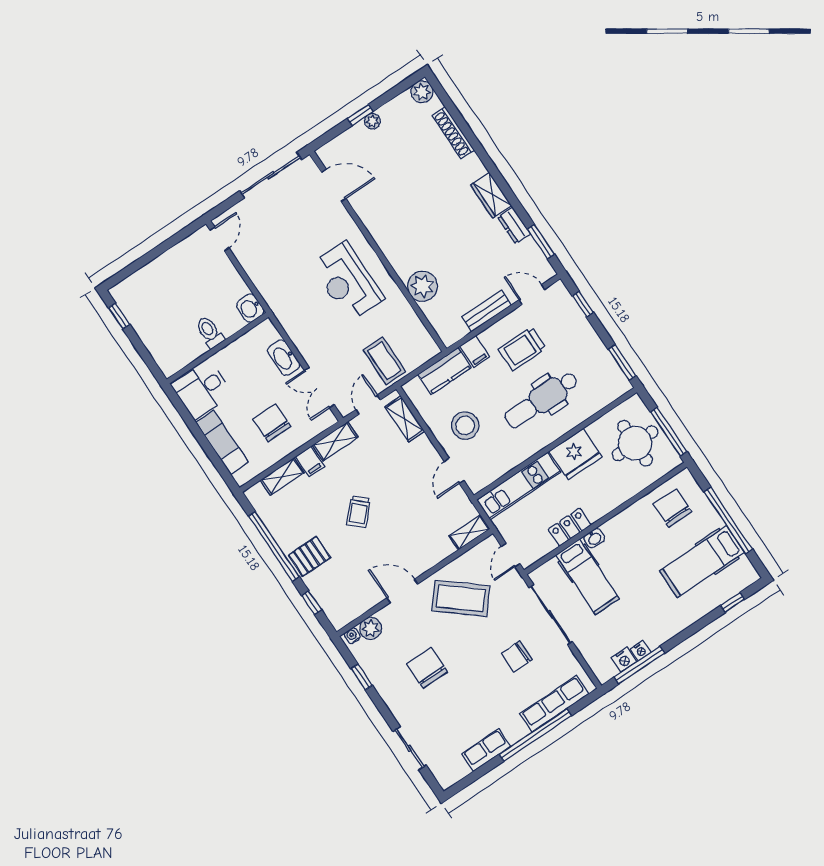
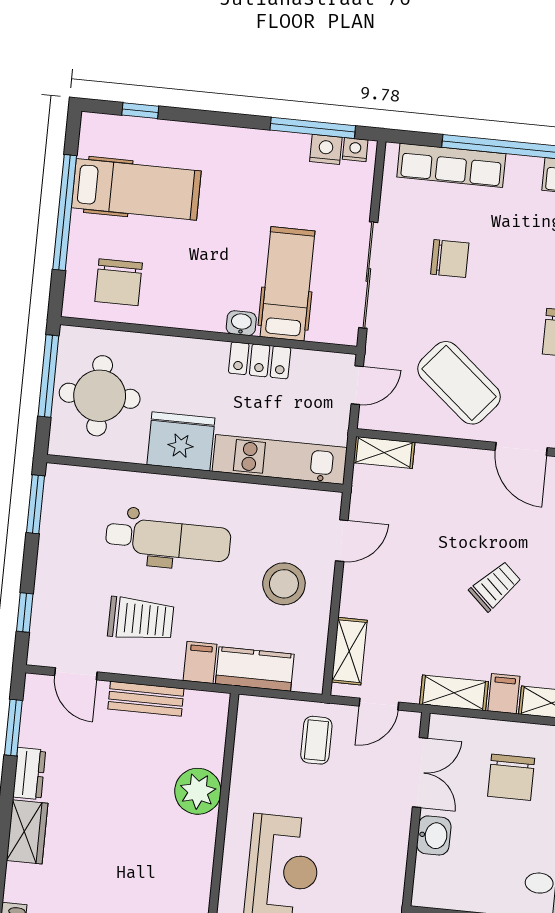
washbasin: (284, 358) -> (434, 835), width x0.72
coffee table: (384, 361) -> (316, 740), width x0.73, depth x0.77
nightstand: (641, 651) -> (355, 150), moved

